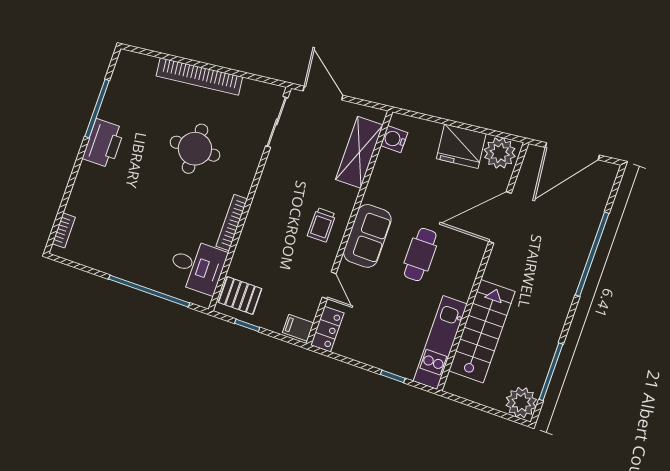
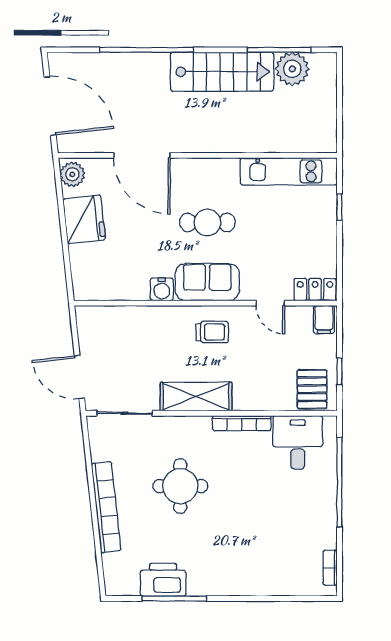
door: (323, 93) -> (79, 377), hinge flipped
water cooler: (394, 139) -> (162, 289), moved
printer: (104, 143) -> (163, 580), moved
shelving: (359, 152) -> (196, 397), moved
plant: (500, 153) -> (72, 174), width x0.73, depth x0.73
bookcase: (64, 230) -> (330, 568), moved, turned -90
door: (329, 285) -> (270, 303), swing flipped
stairs: (482, 331) -> (222, 72), moved, turned 180
plant: (521, 402) -> (292, 69), moved

